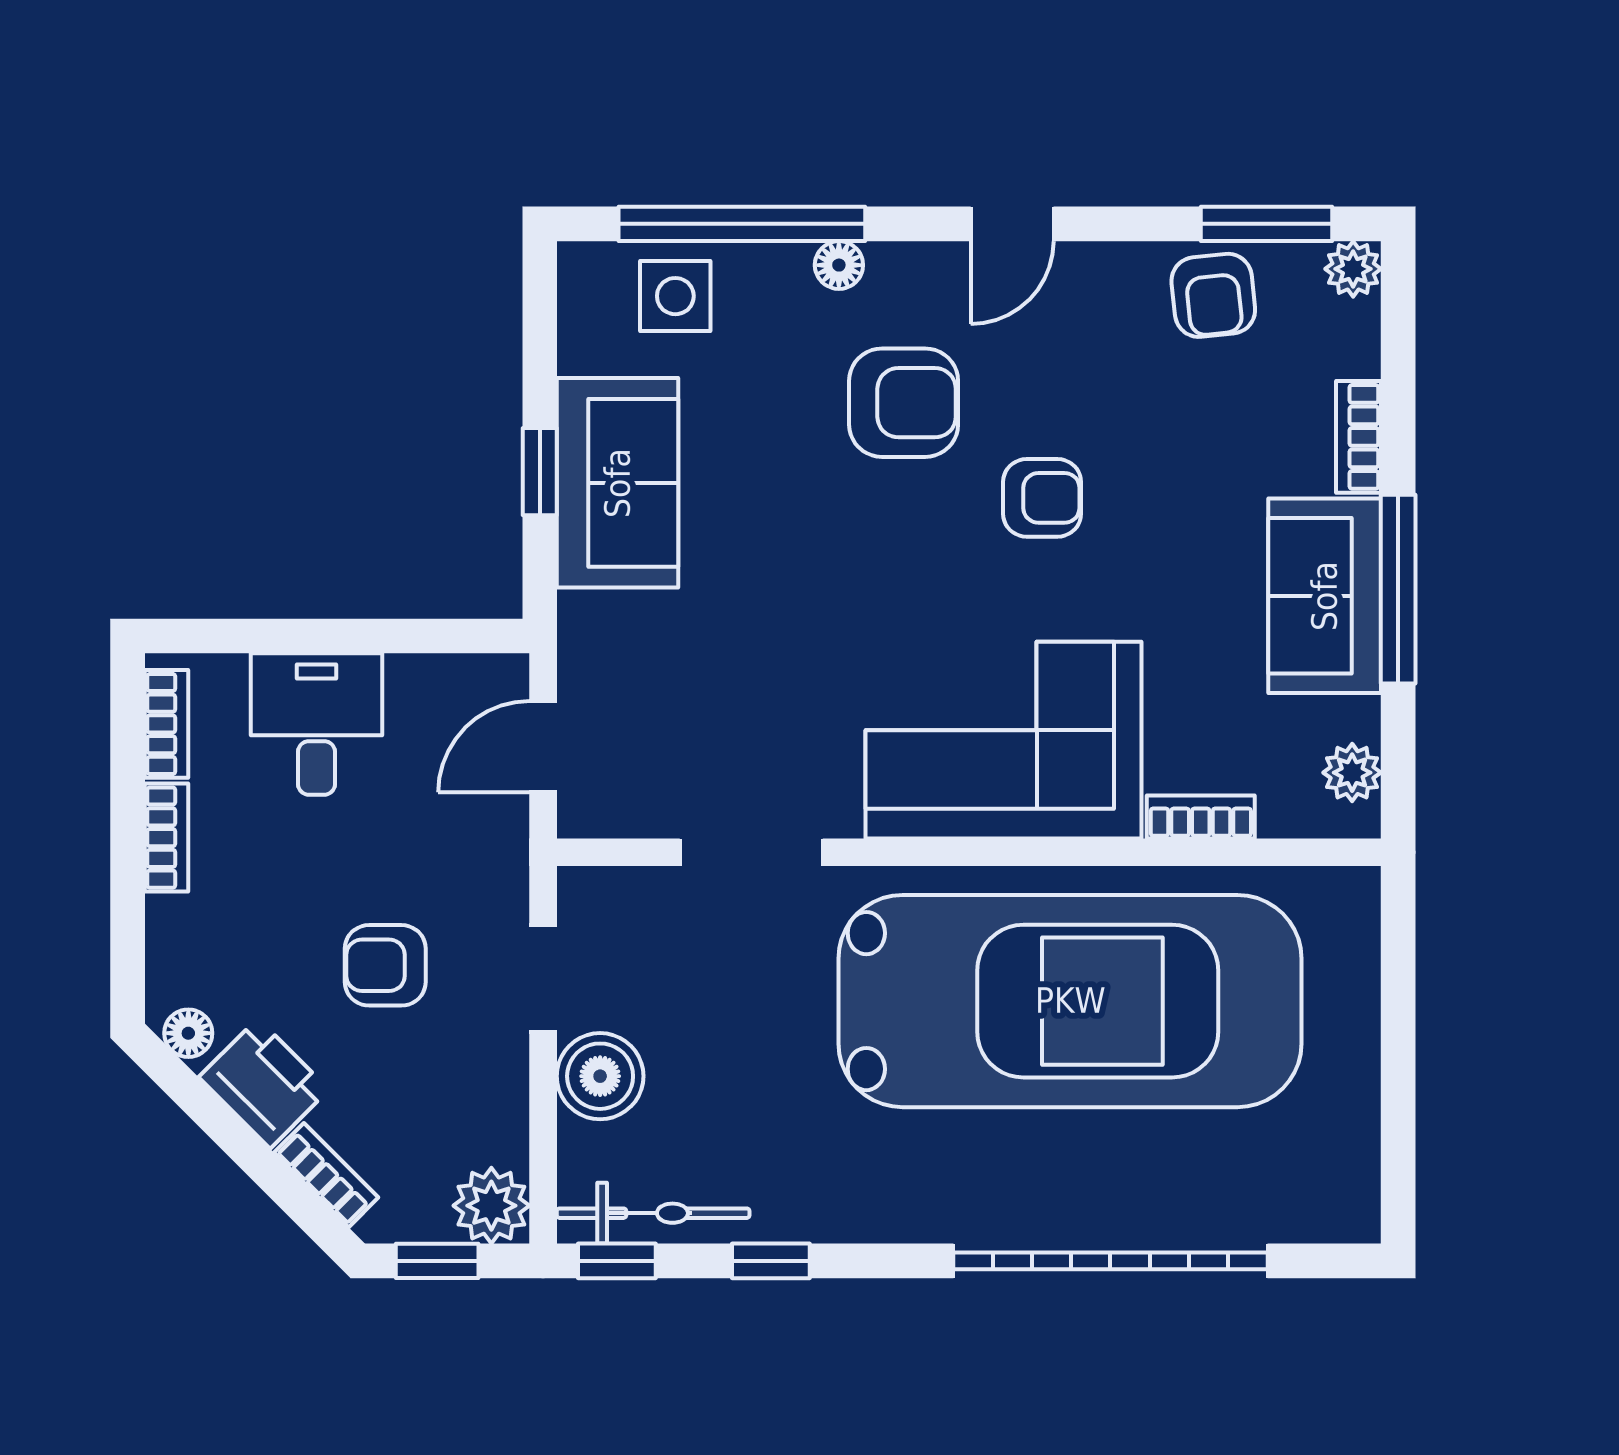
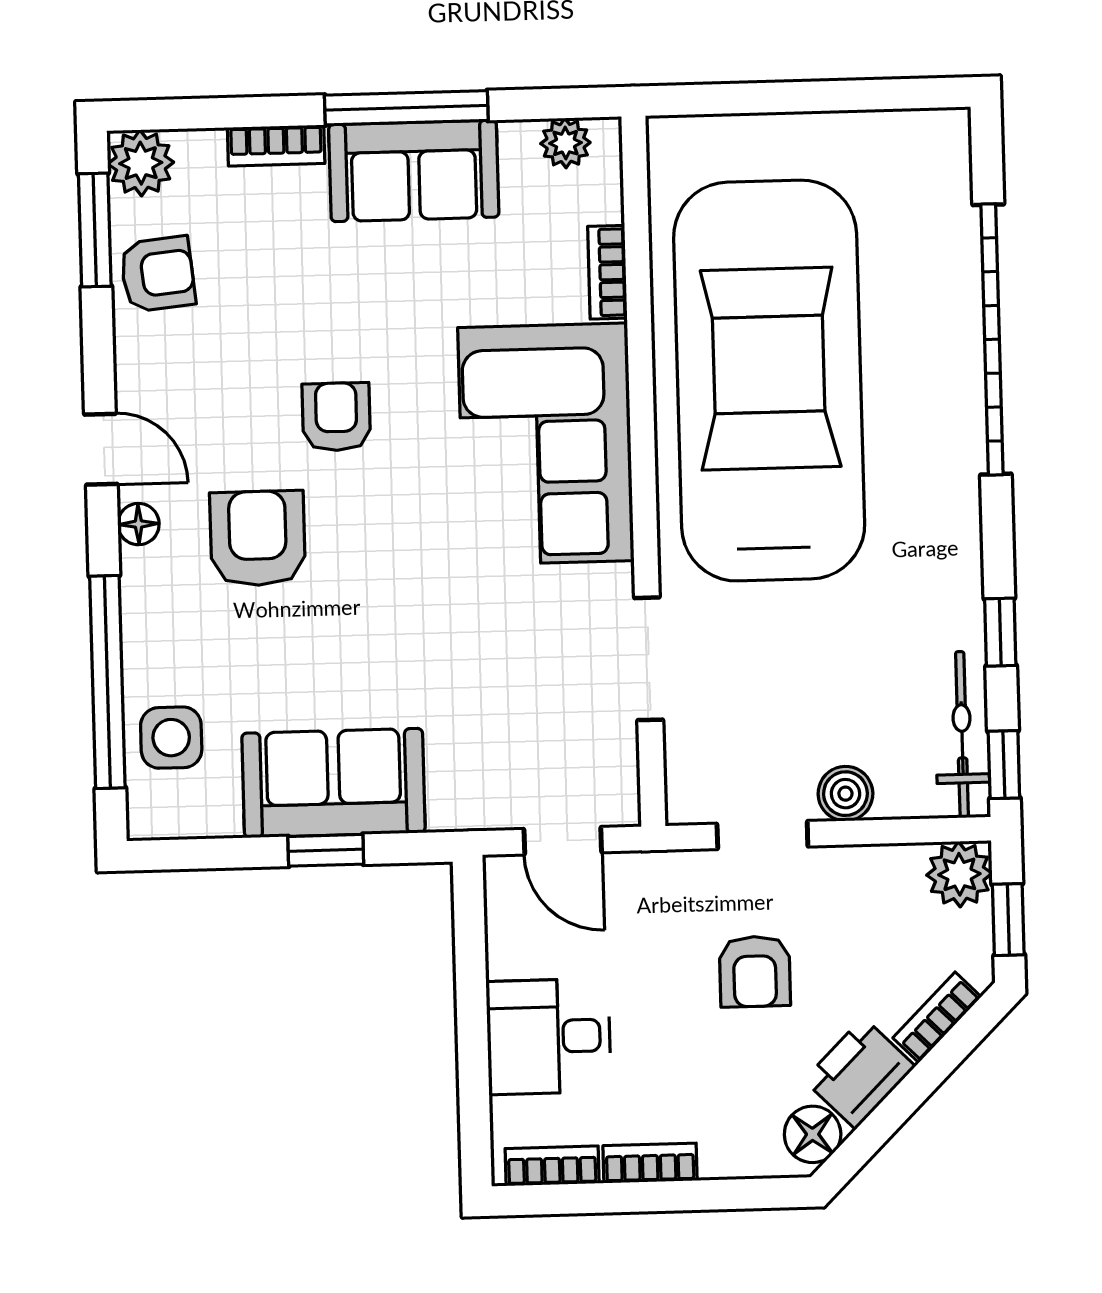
floor lamp: (839, 265) -> (138, 524), moved
plant: (1353, 269) -> (141, 163), width x1.38, depth x1.38
floor lamp: (188, 1033) -> (813, 1134), width x1.37, depth x1.37
boiler: (600, 1076) -> (845, 794), width x0.73, depth x0.73

